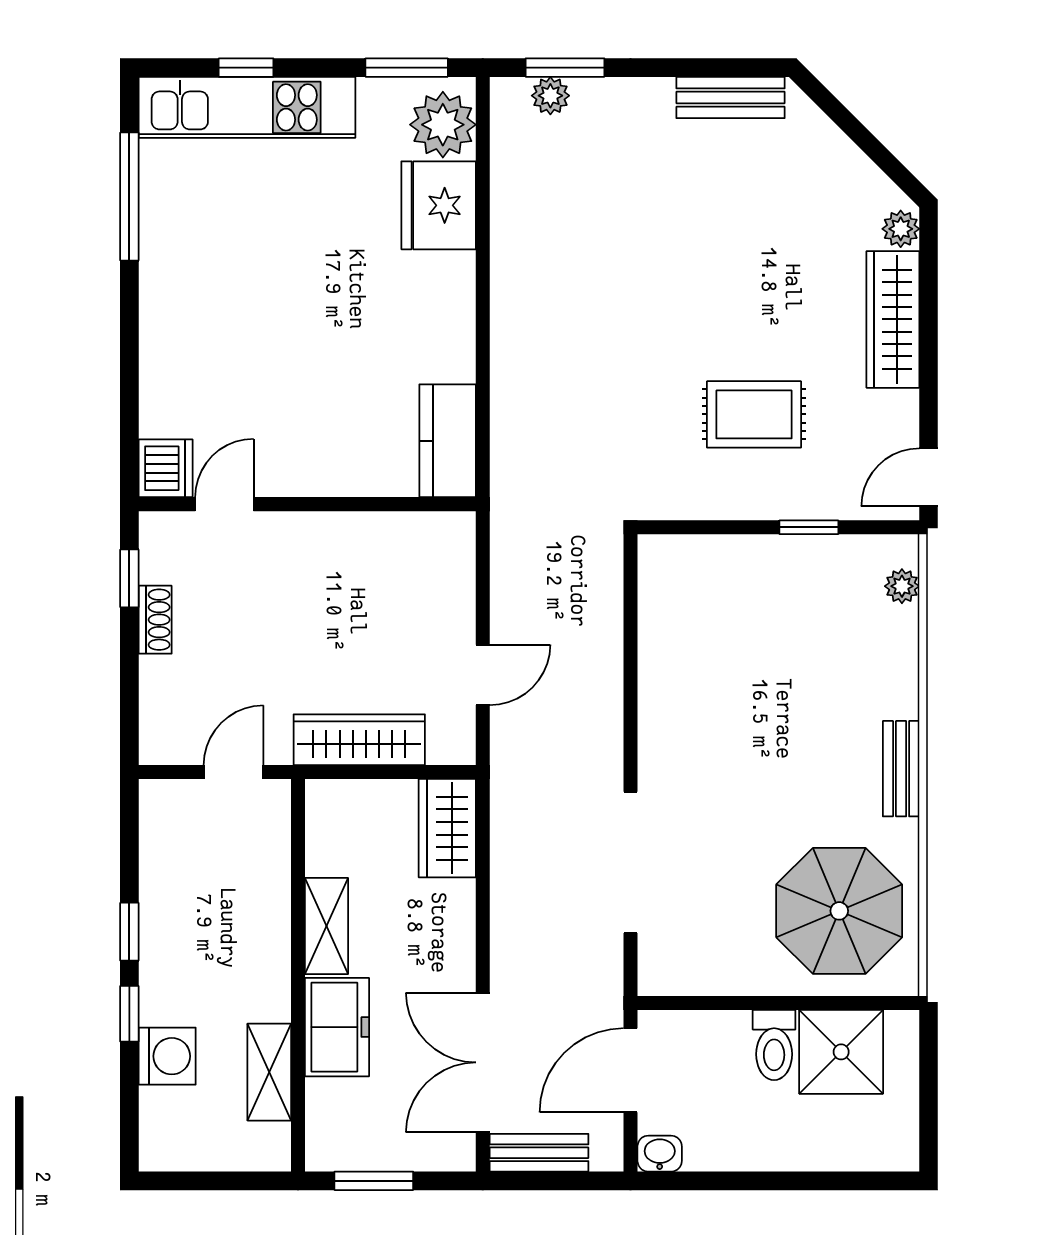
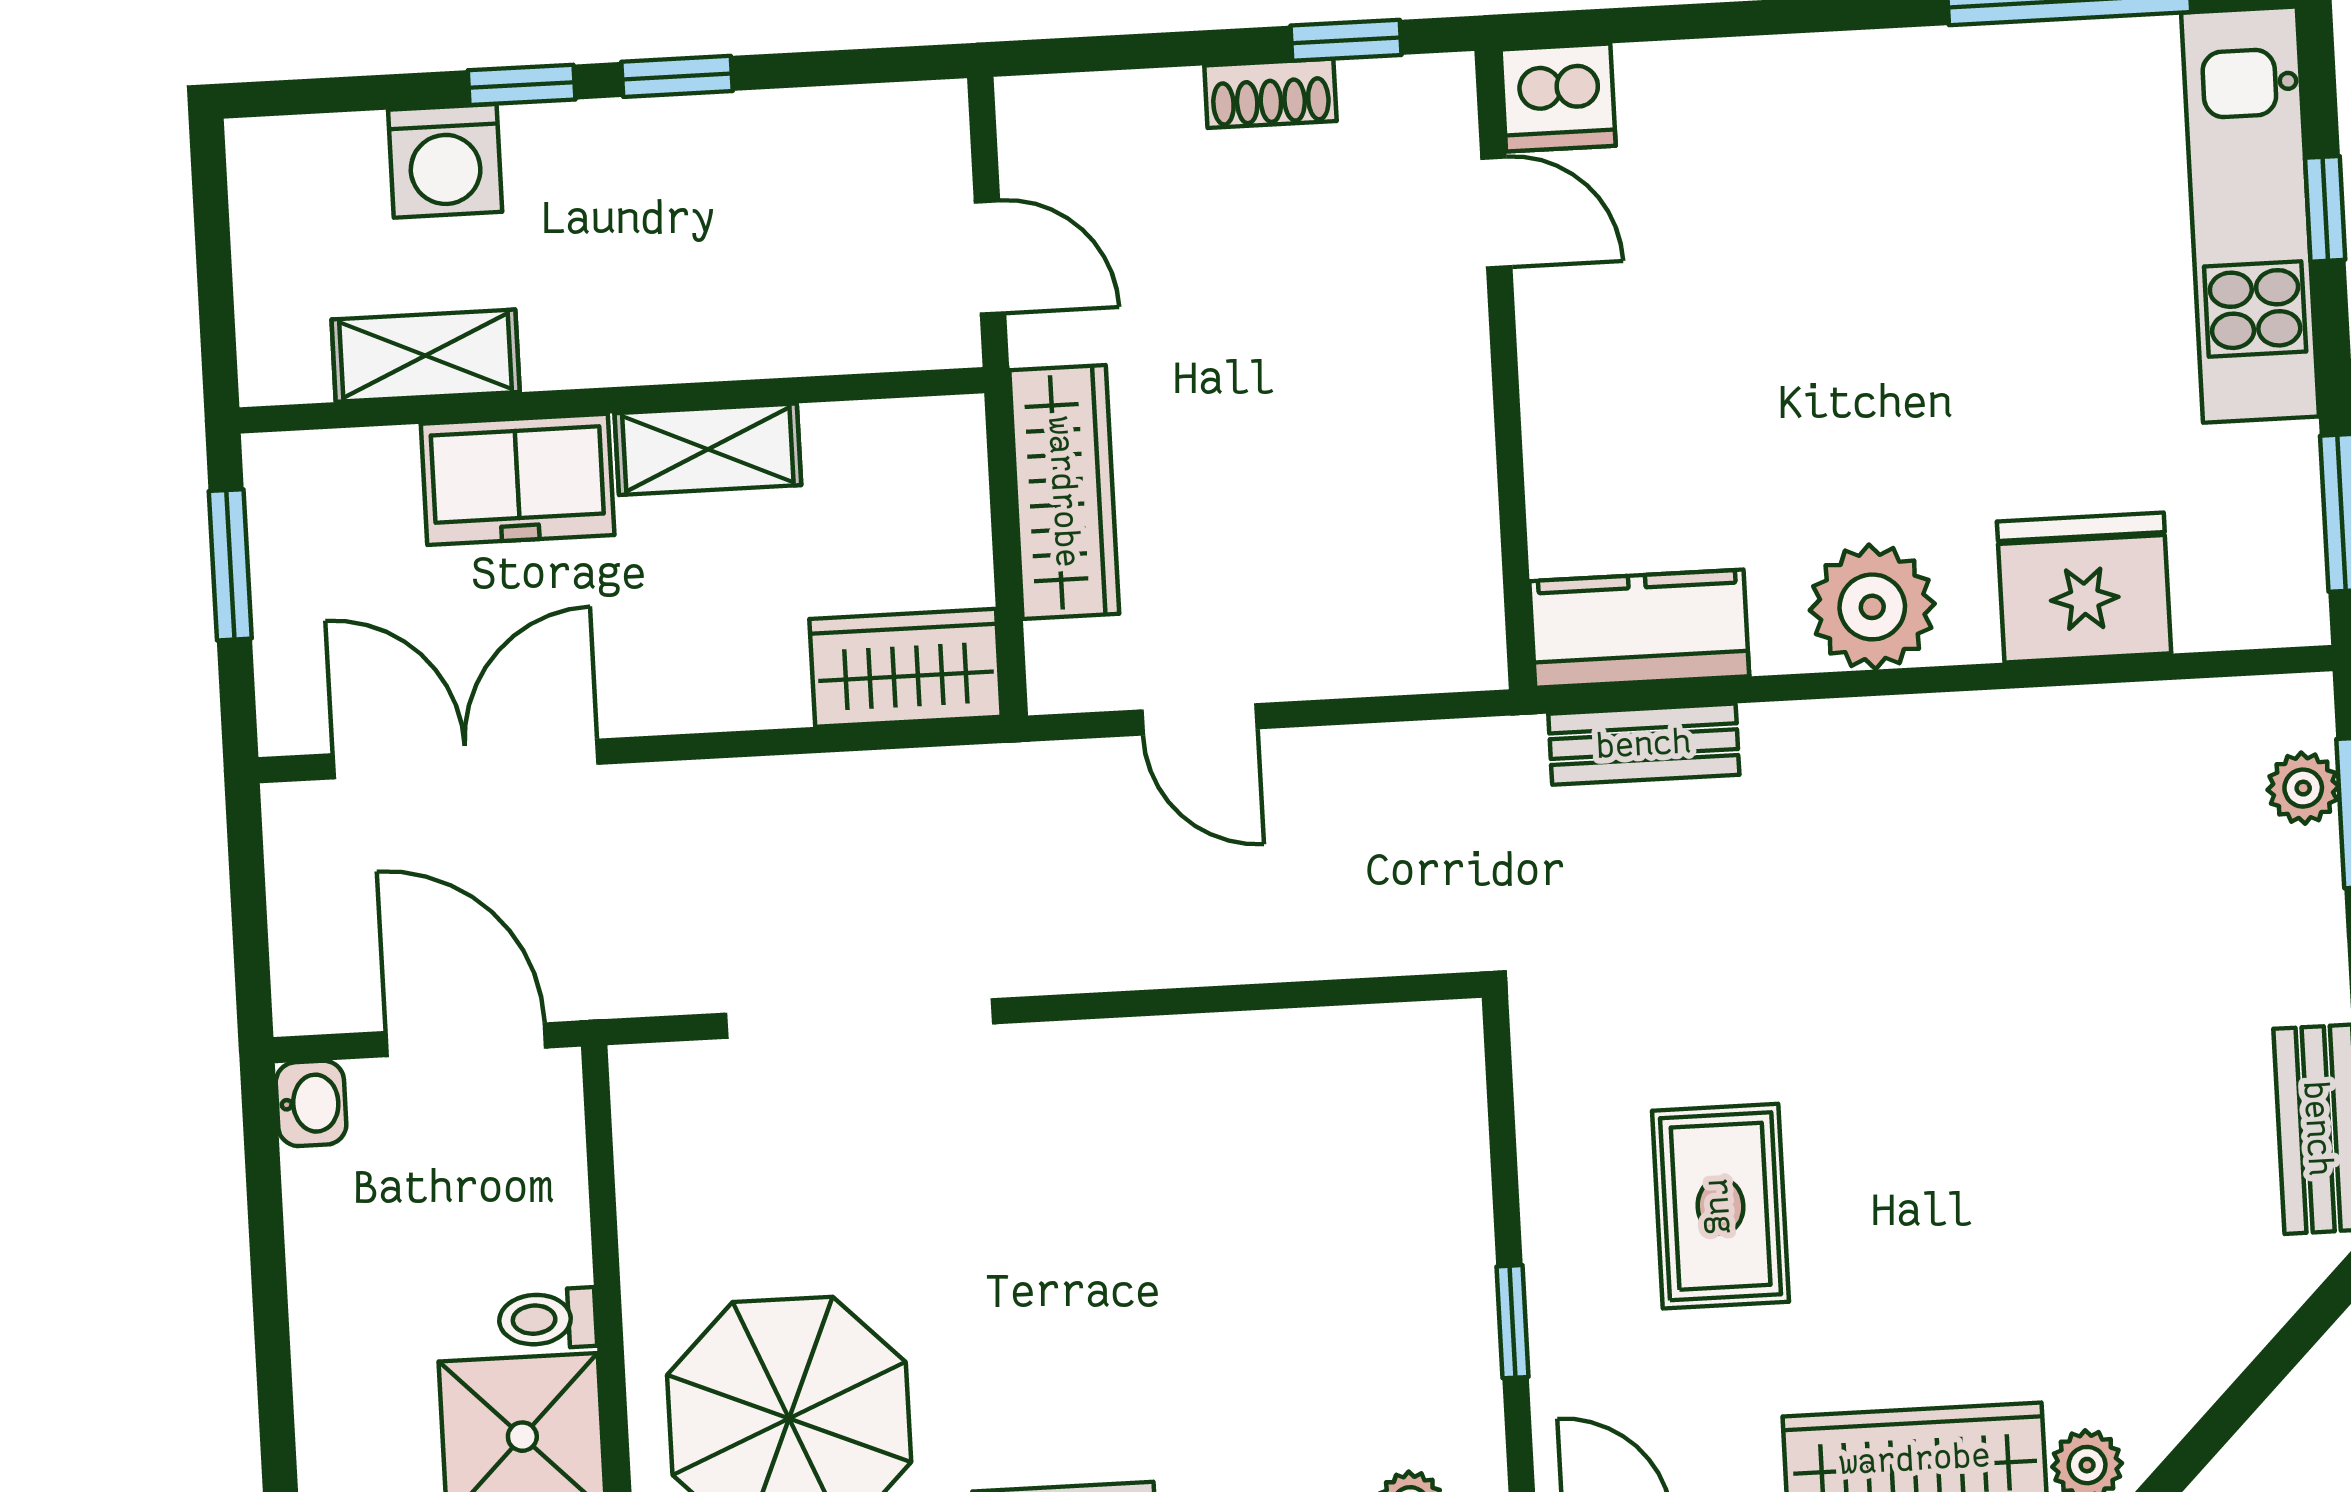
plant: (443, 125) -> (1872, 607), moved
toilet: (774, 1045) -> (548, 1319), width x0.73, depth x0.72
bench: (539, 1153) -> (1644, 744), moved, turned 90

